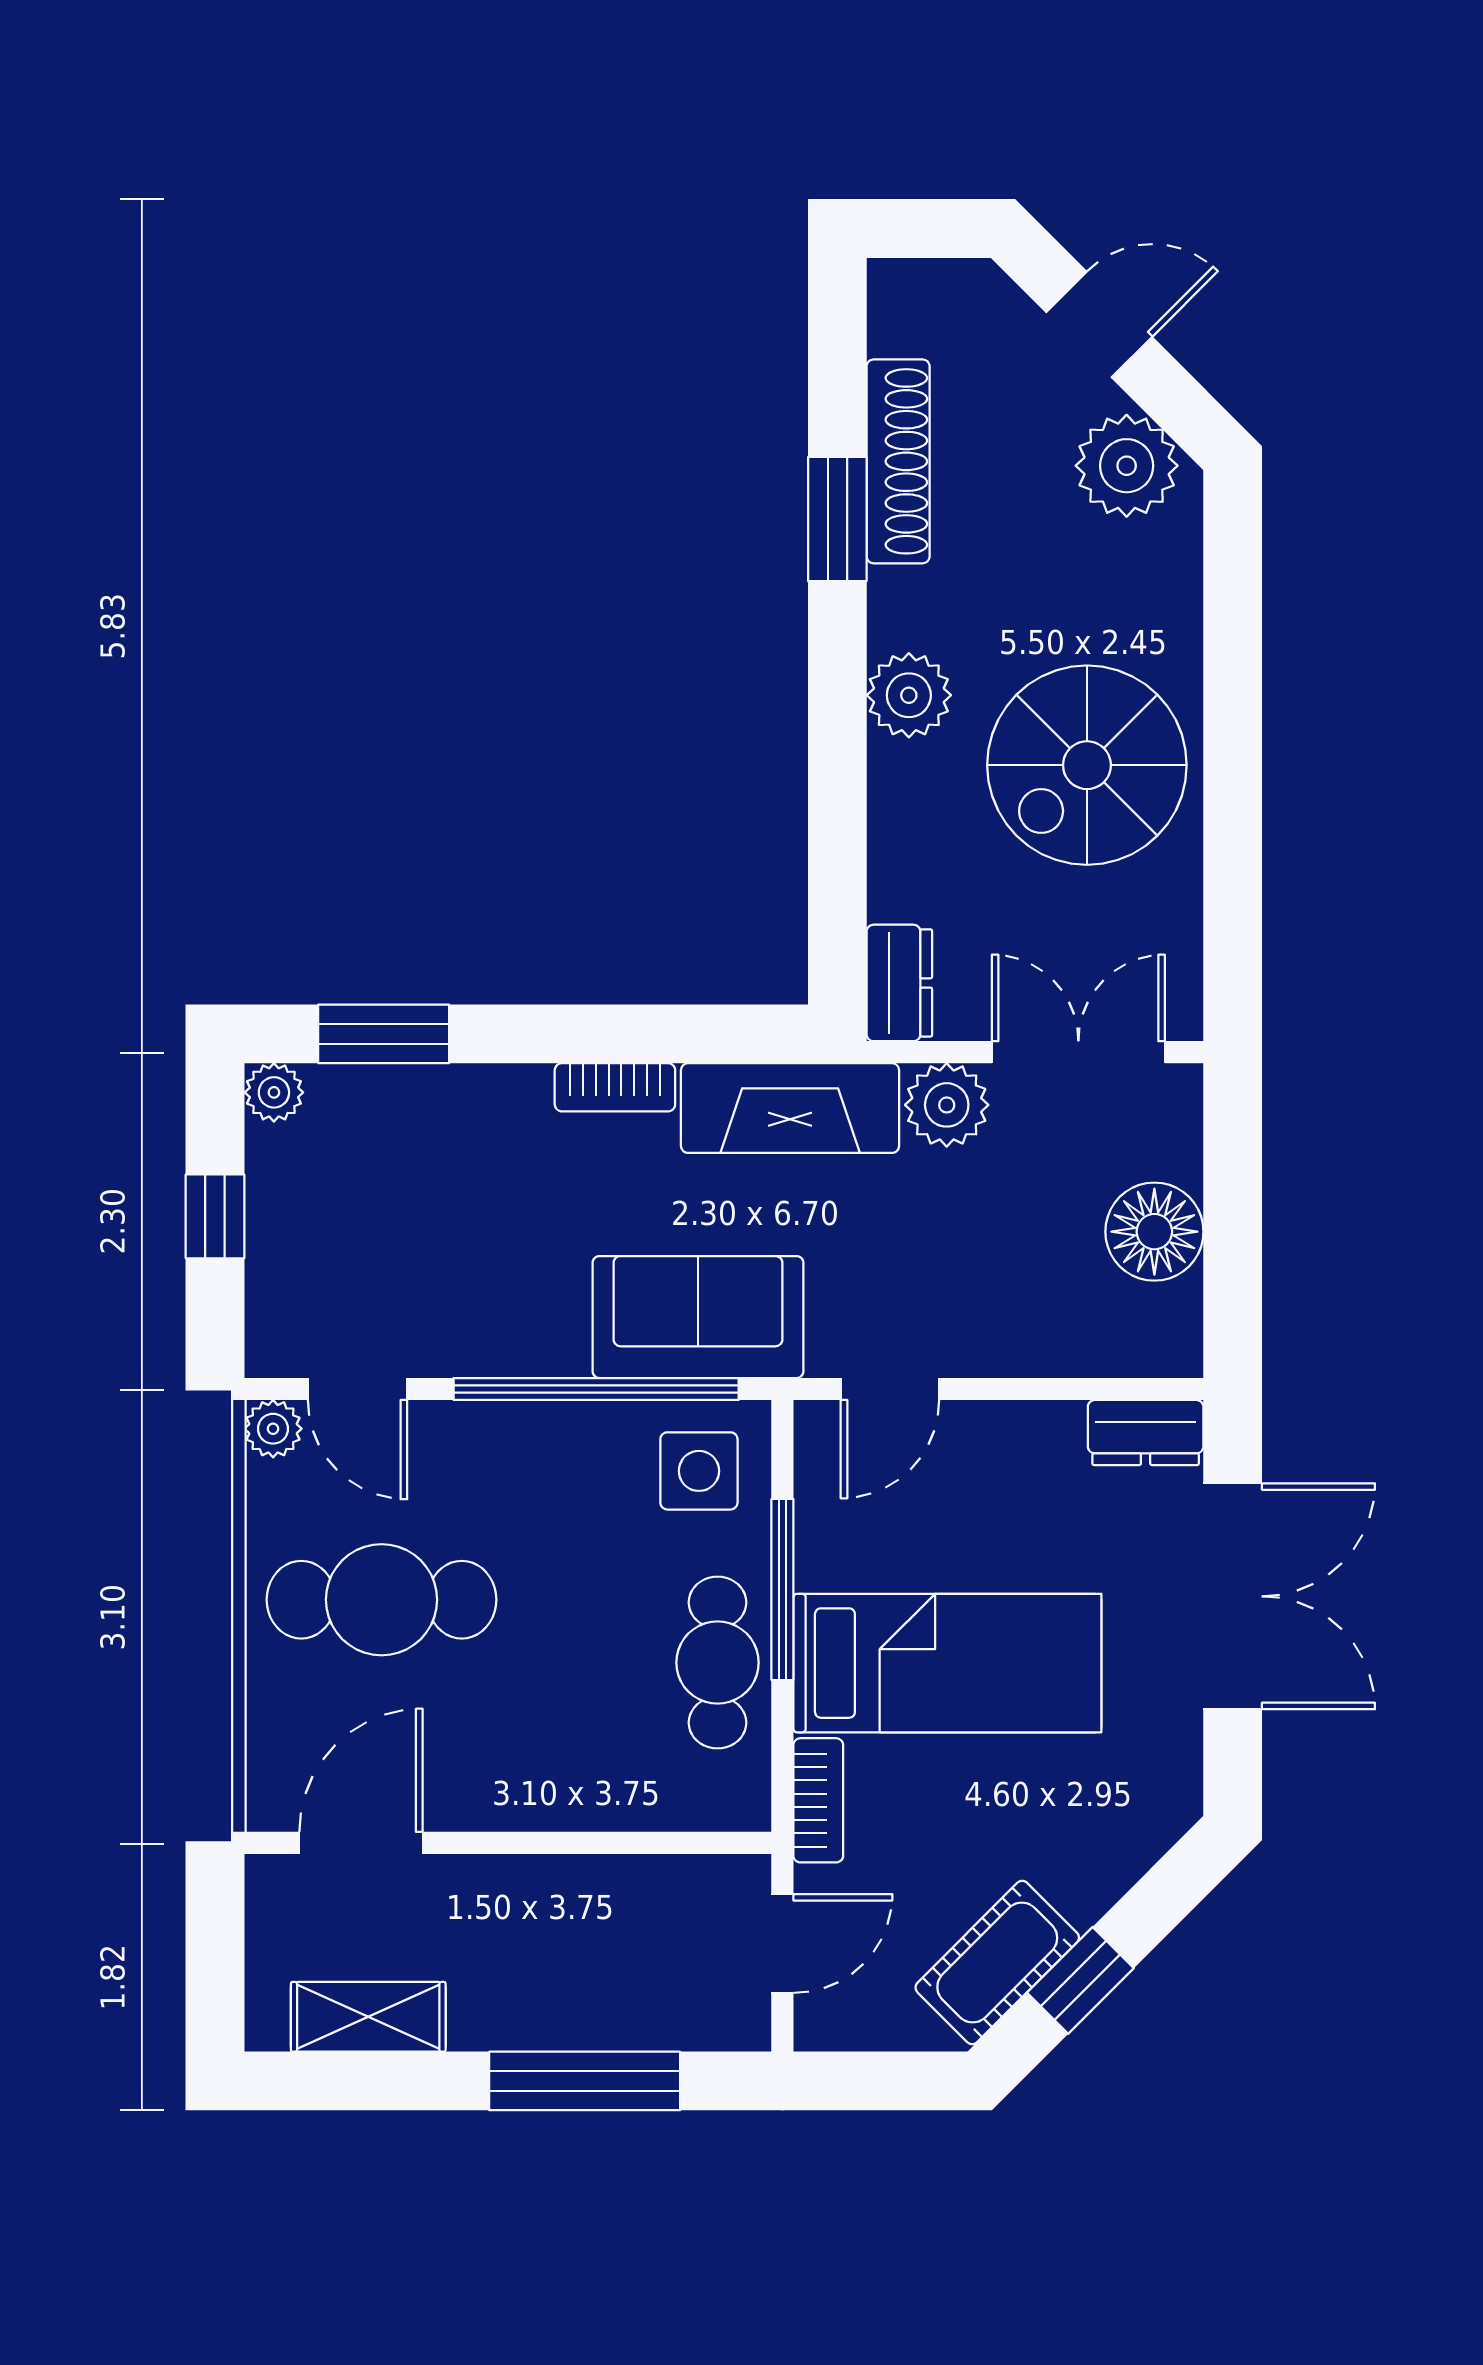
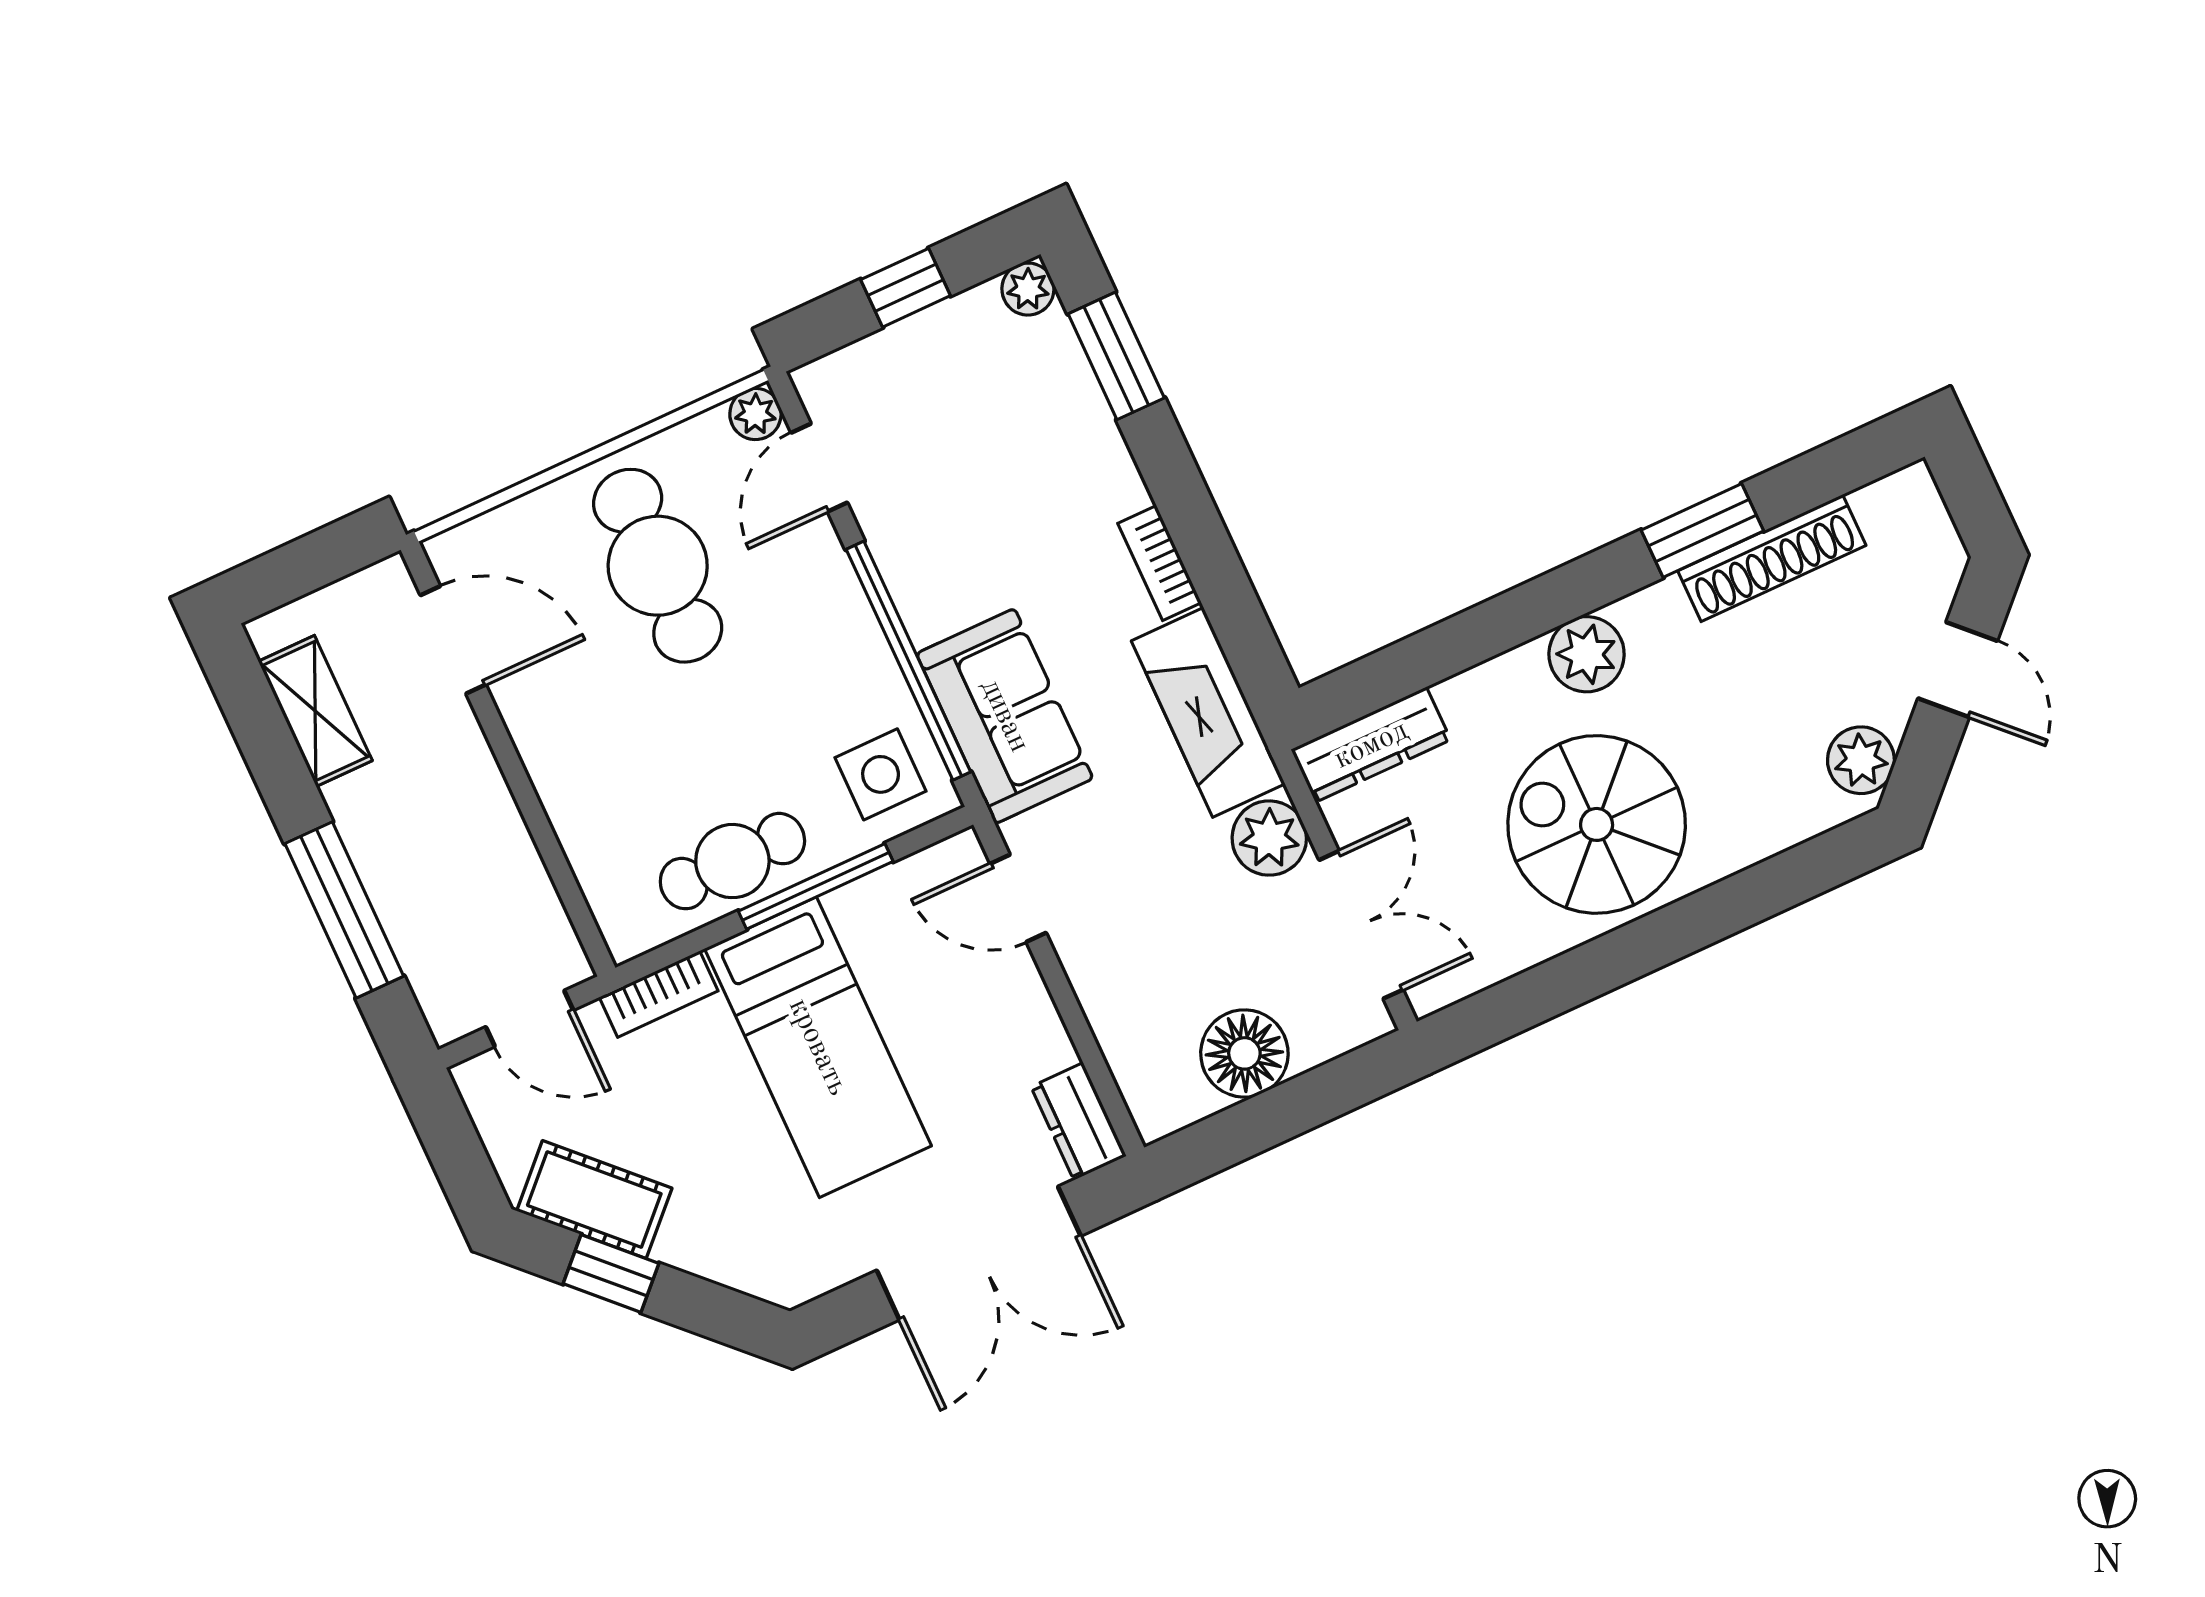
plant: (1127, 466) -> (1861, 760), width x0.73, depth x0.73
dresser: (899, 983) -> (1371, 745), width x1.44

